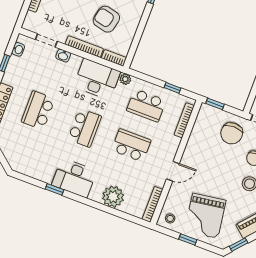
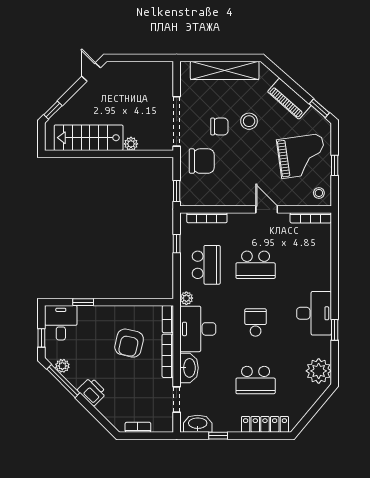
washbasin: (18, 49) -> (198, 424), width x1.91, depth x1.45
washbasin: (63, 56) -> (189, 368), width x1.91, depth x1.45
school desk: (85, 128) -> (256, 322), width x0.54
school desk: (131, 145) -> (256, 265), turned -90
plant: (113, 197) -> (319, 371), moved

